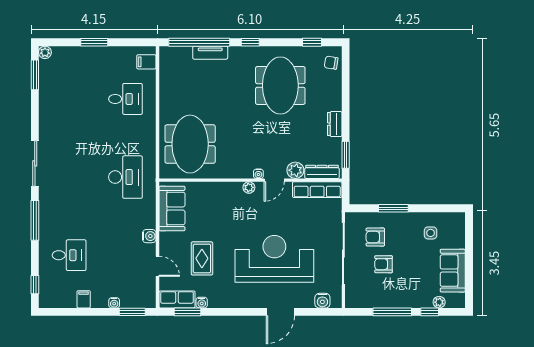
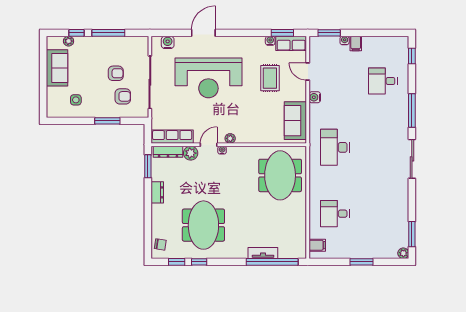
window: (250, 42) -> (199, 262), moved
filing cabinet: (84, 299) -> (356, 44), moved

